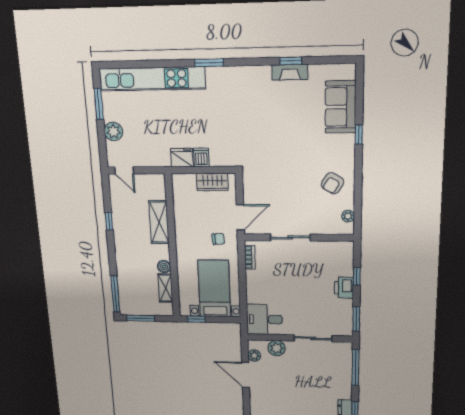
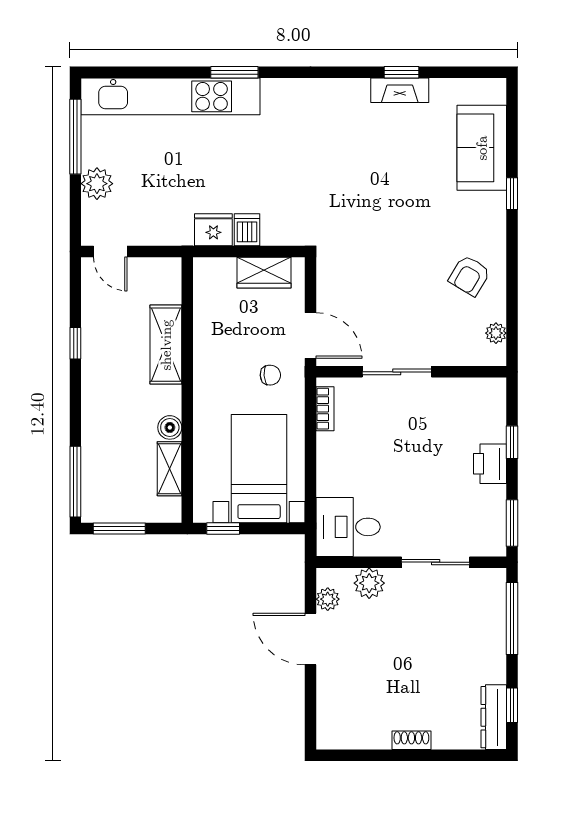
window: (209, 63) -> (234, 72), moved
window: (99, 104) -> (75, 137), width x1.44
door: (240, 217) -> (311, 335), hinge flipped

